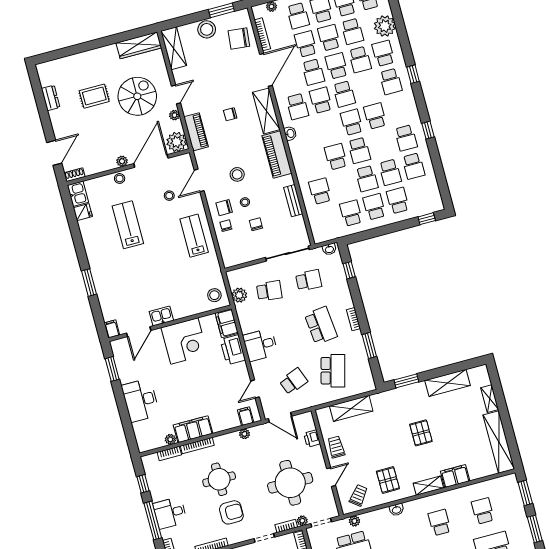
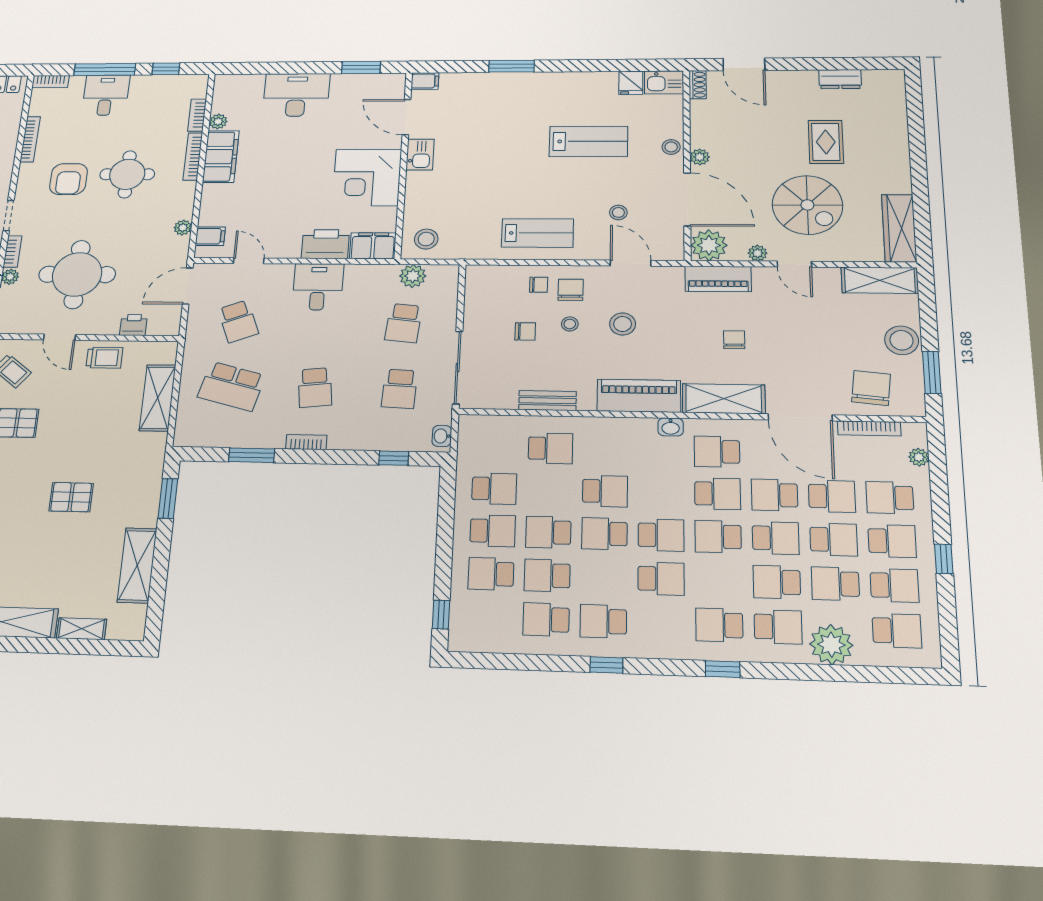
school desk: (398, 201) -> (491, 574), turned 180
school desk: (321, 325) -> (315, 388), width x0.54

